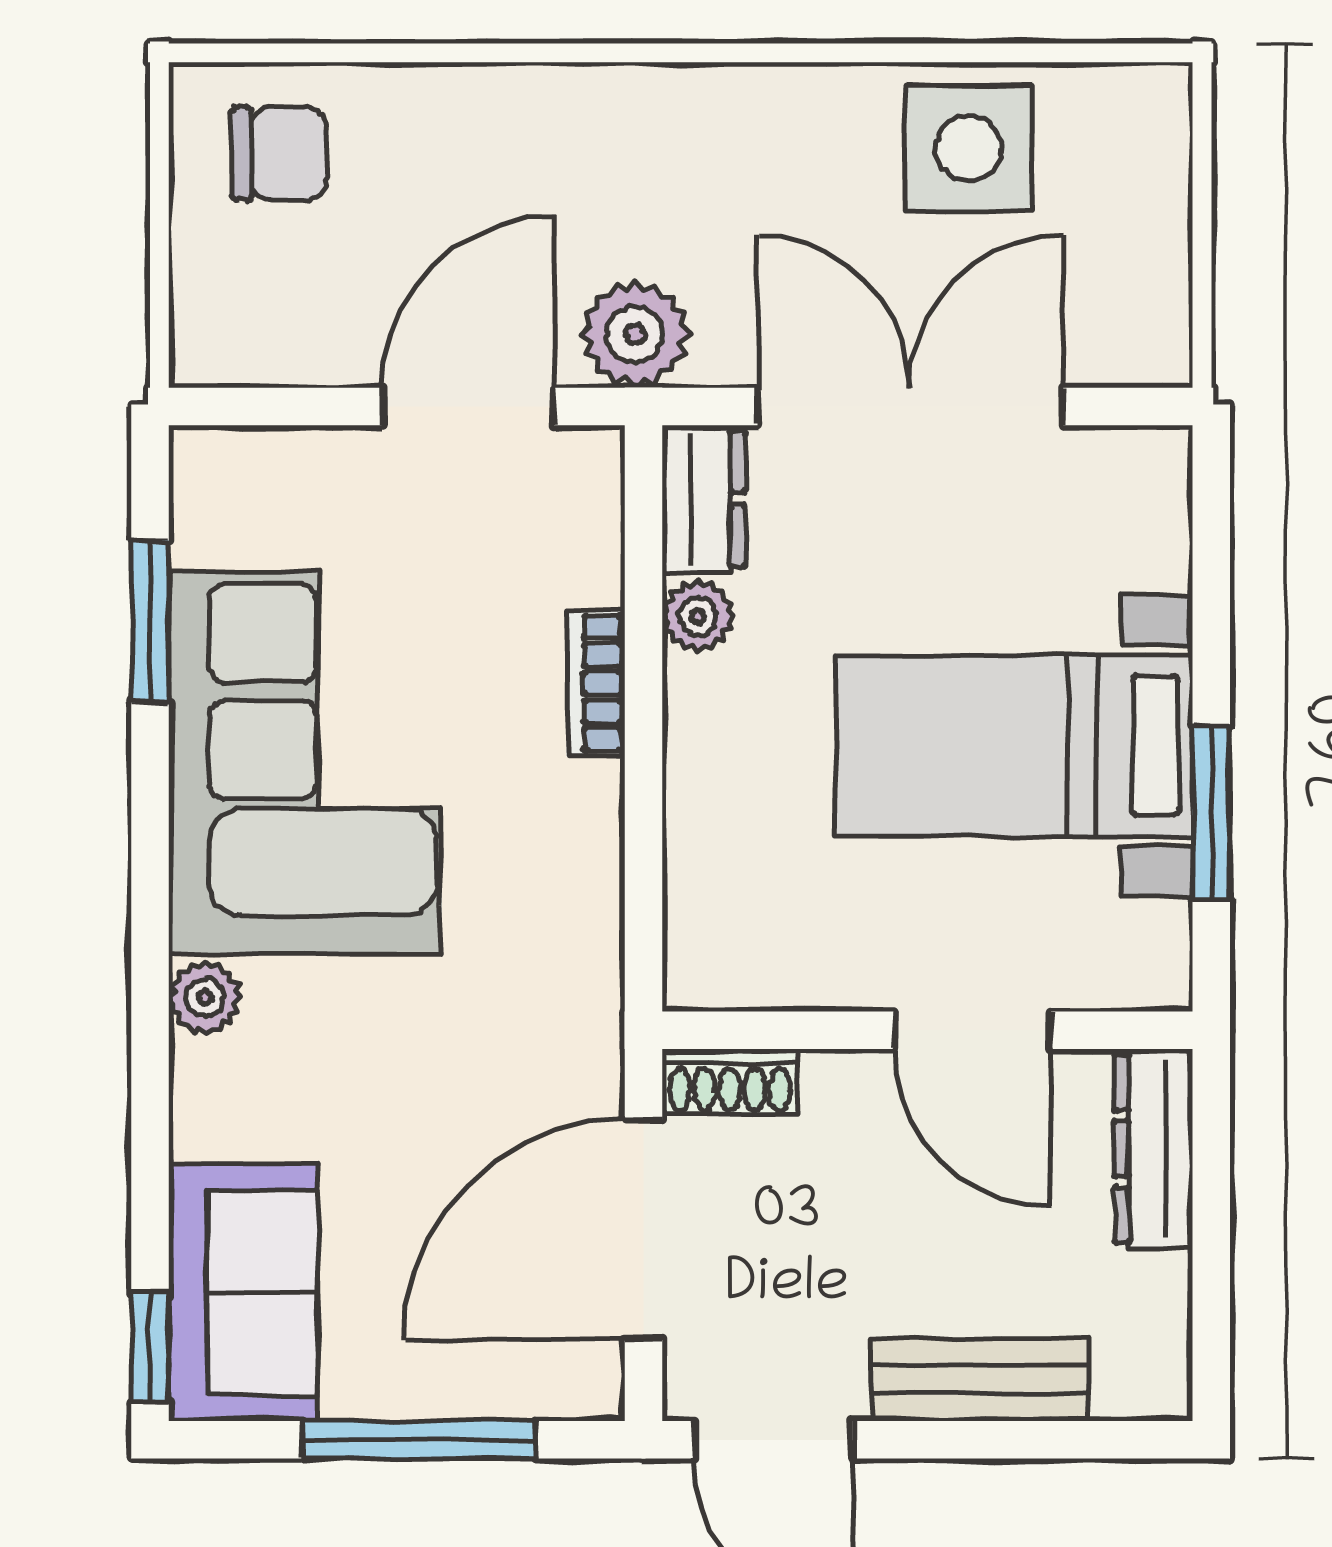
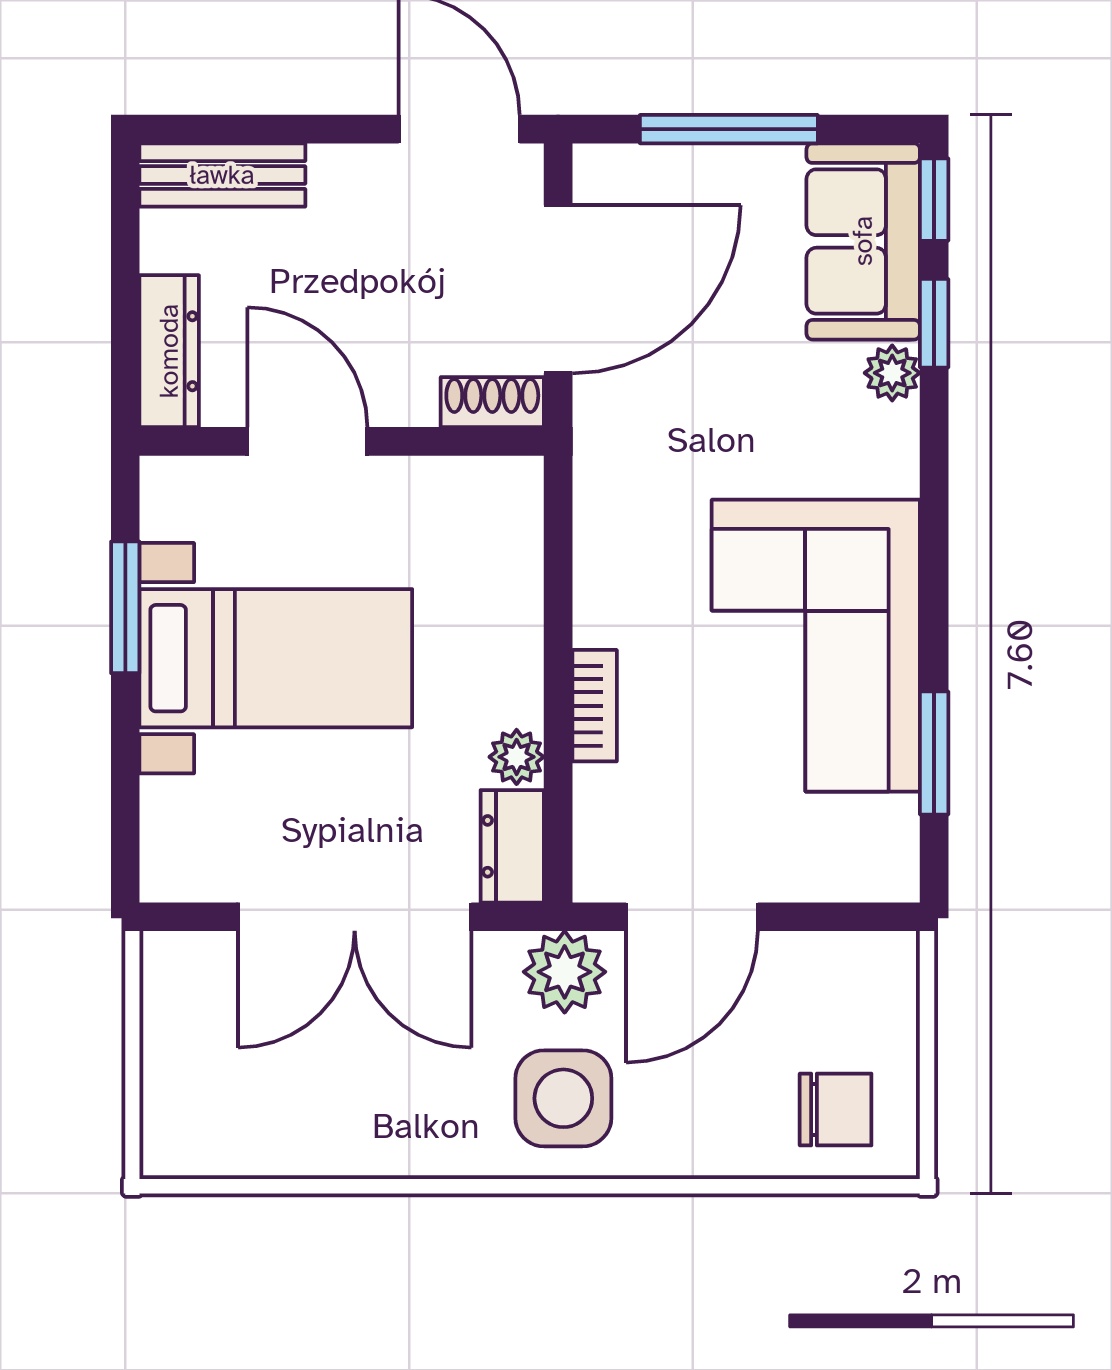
side table: (968, 148) -> (563, 1098), moved
chair: (279, 154) -> (836, 1109), turned 180
plant: (205, 997) -> (892, 373), moved
window: (150, 1185) -> (934, 323), added
bench: (980, 1380) -> (222, 175), moved

